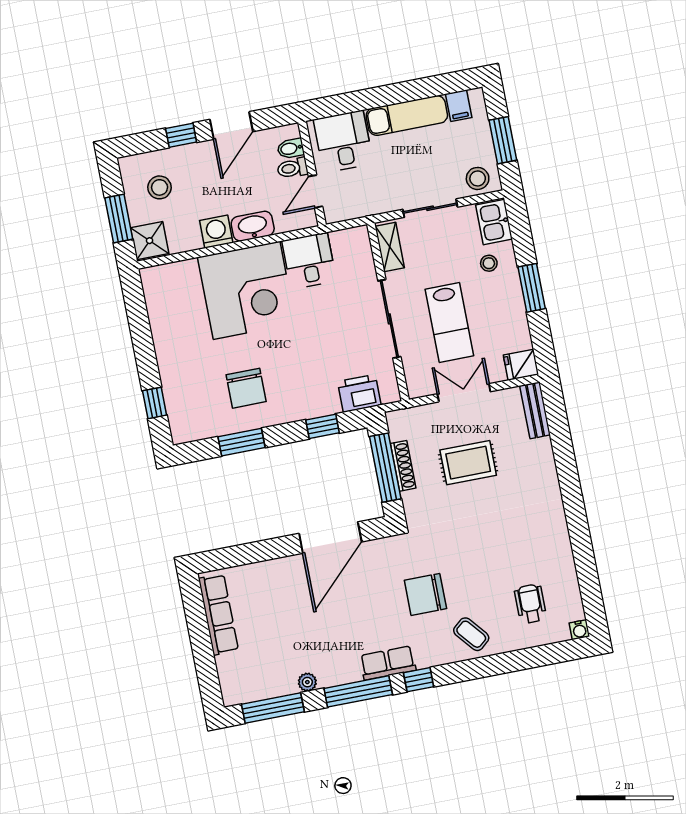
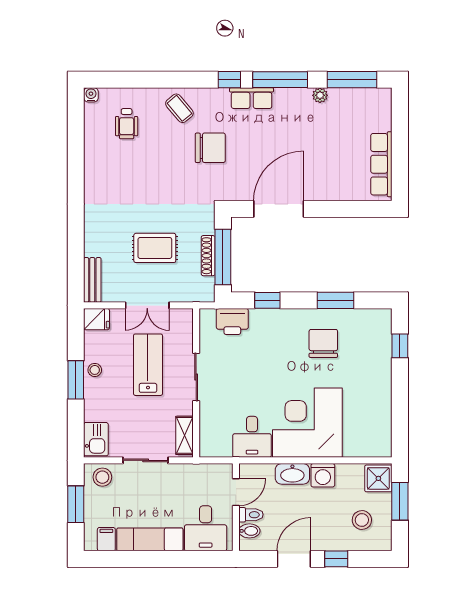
stool: (489, 263) -> (95, 370), moved
sliding door: (389, 319) -> (196, 377), width x0.73

